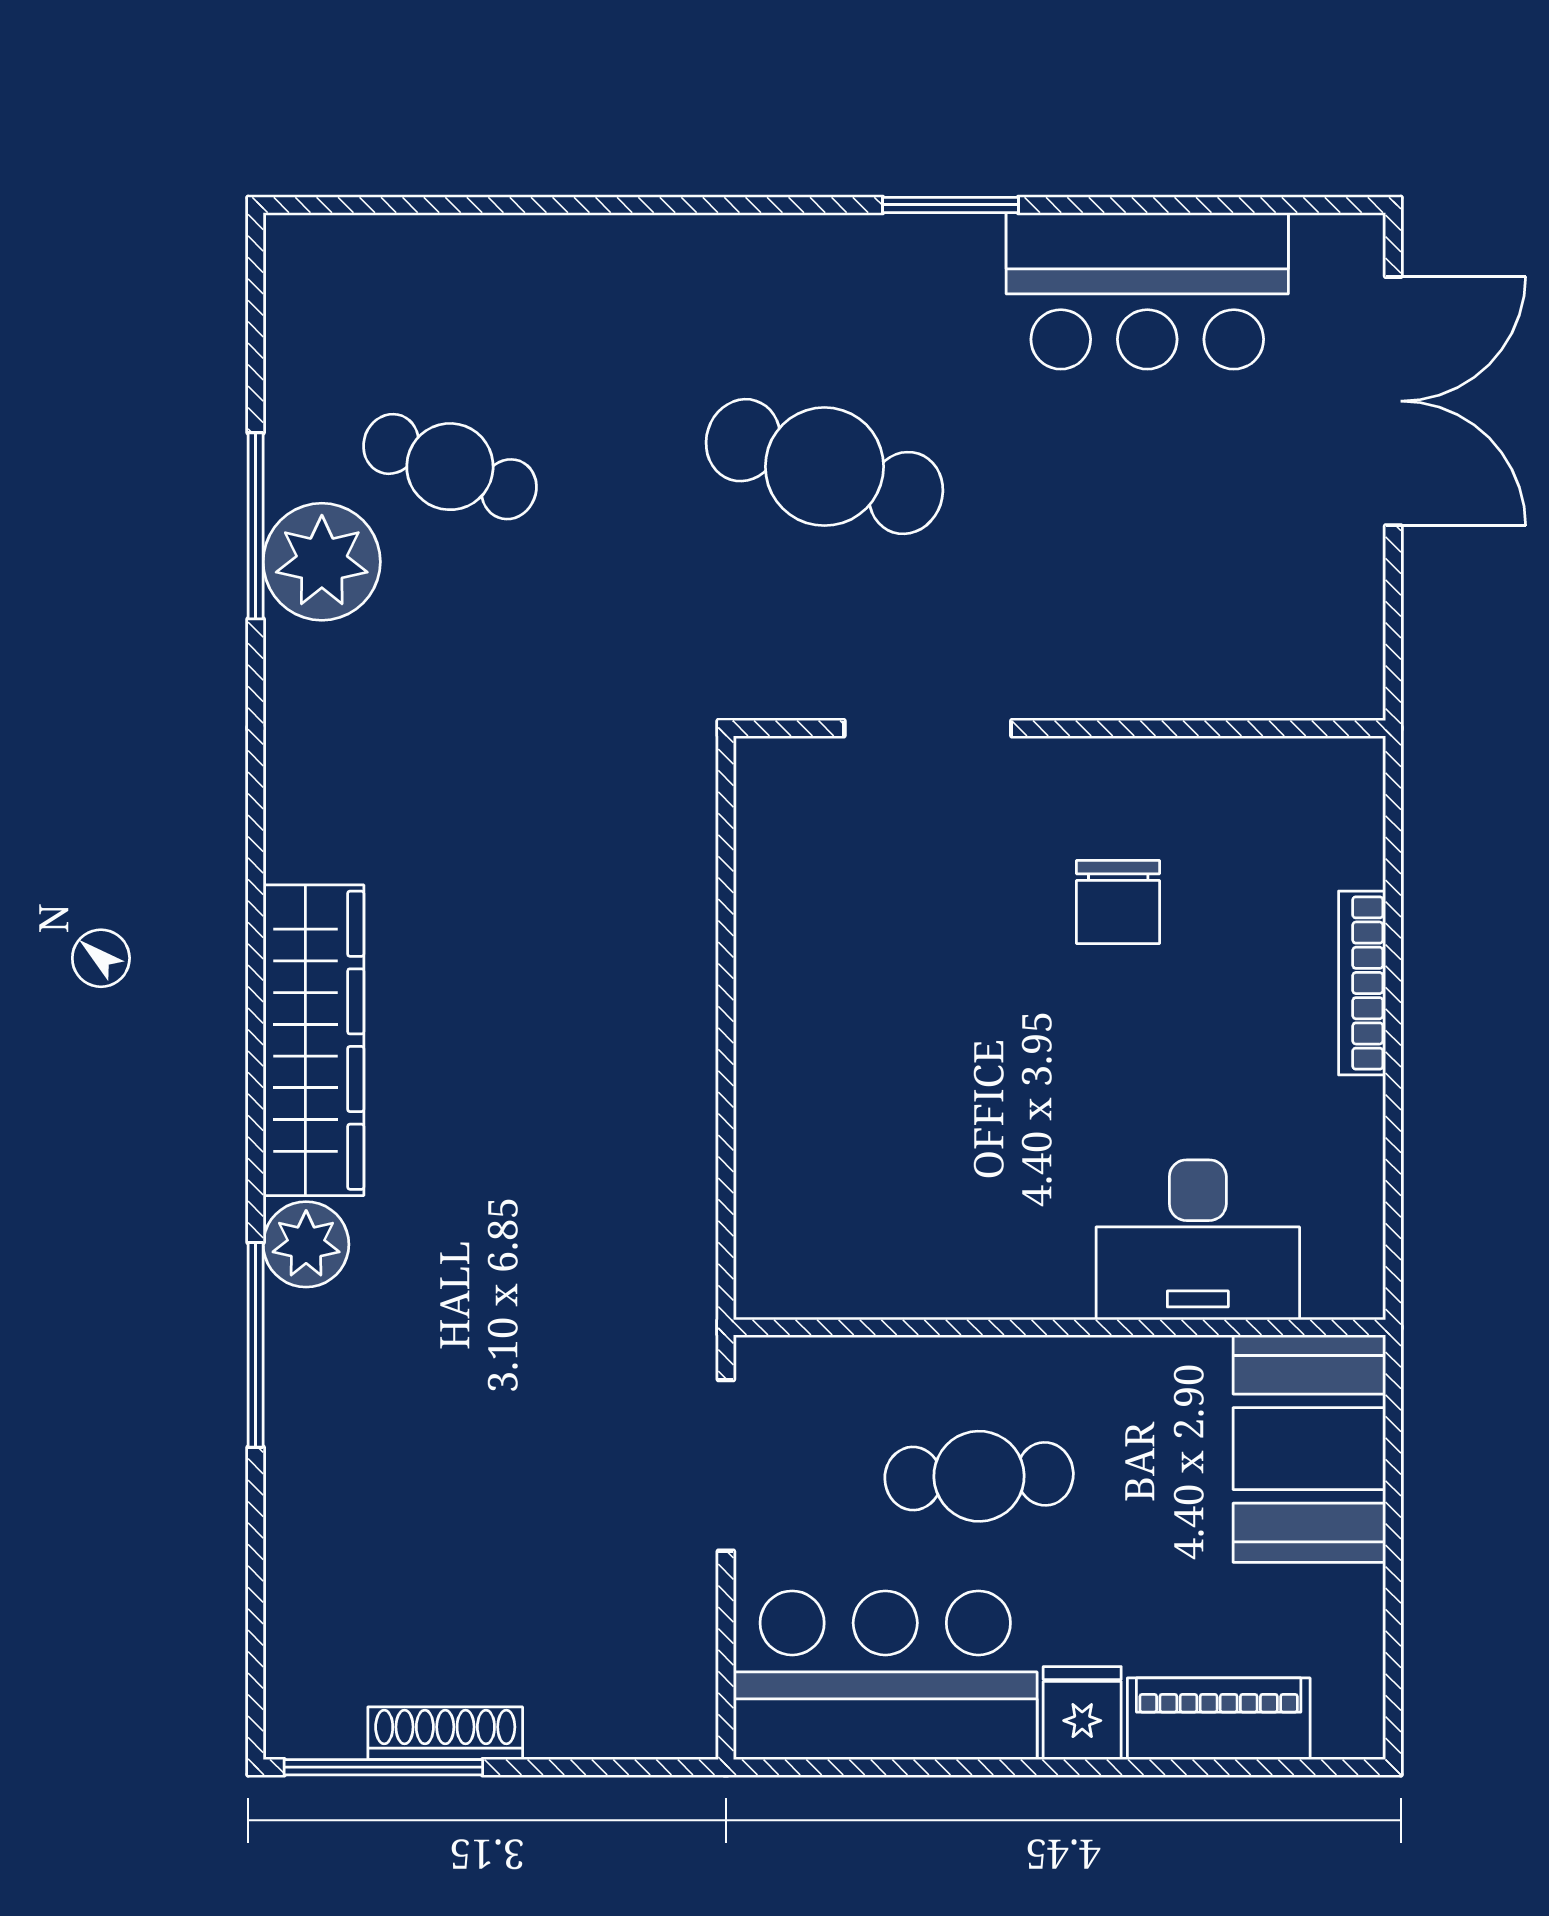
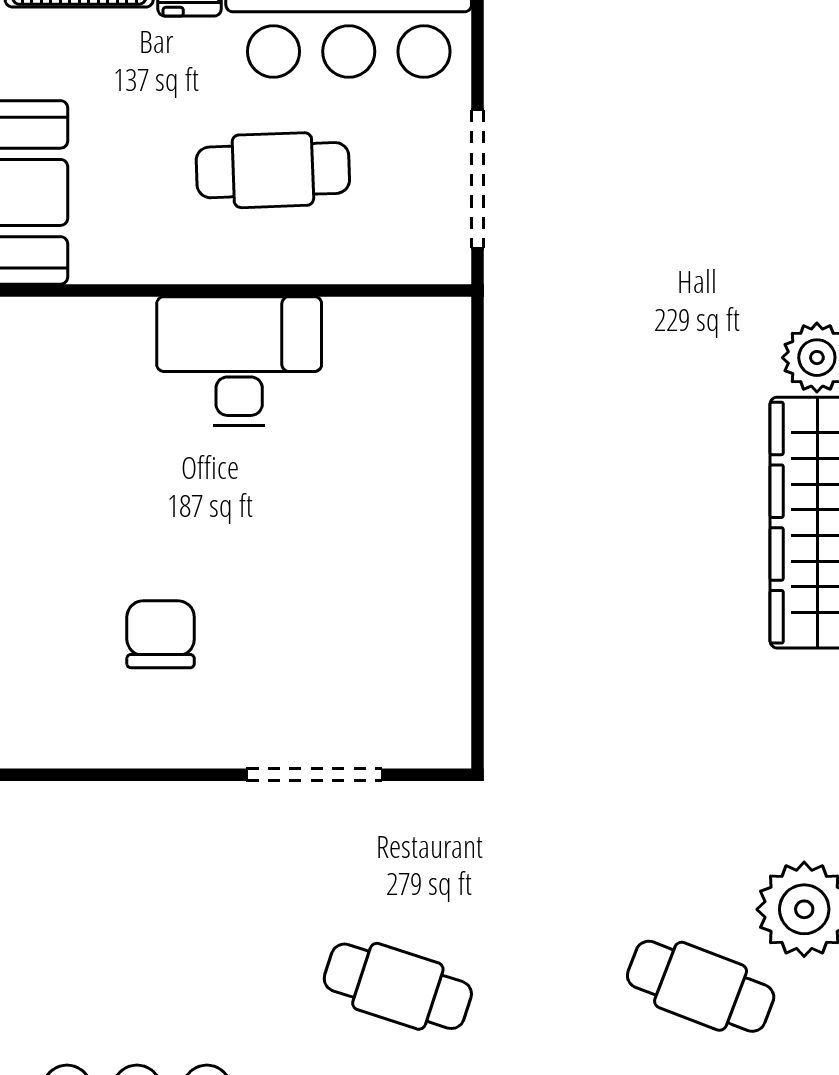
cafe table: (824, 467) -> (398, 986), width x0.73, depth x0.74
desk: (1198, 1240) -> (239, 361), moved

